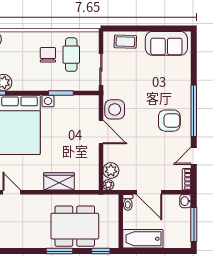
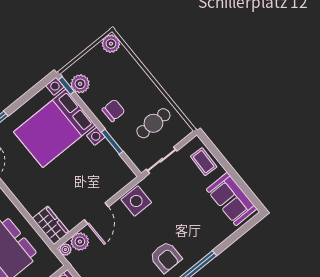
chair: (48, 55) -> (113, 110), moved
door: (101, 132) -> (96, 213), moved
wardrobe: (59, 181) -> (51, 225), moved

